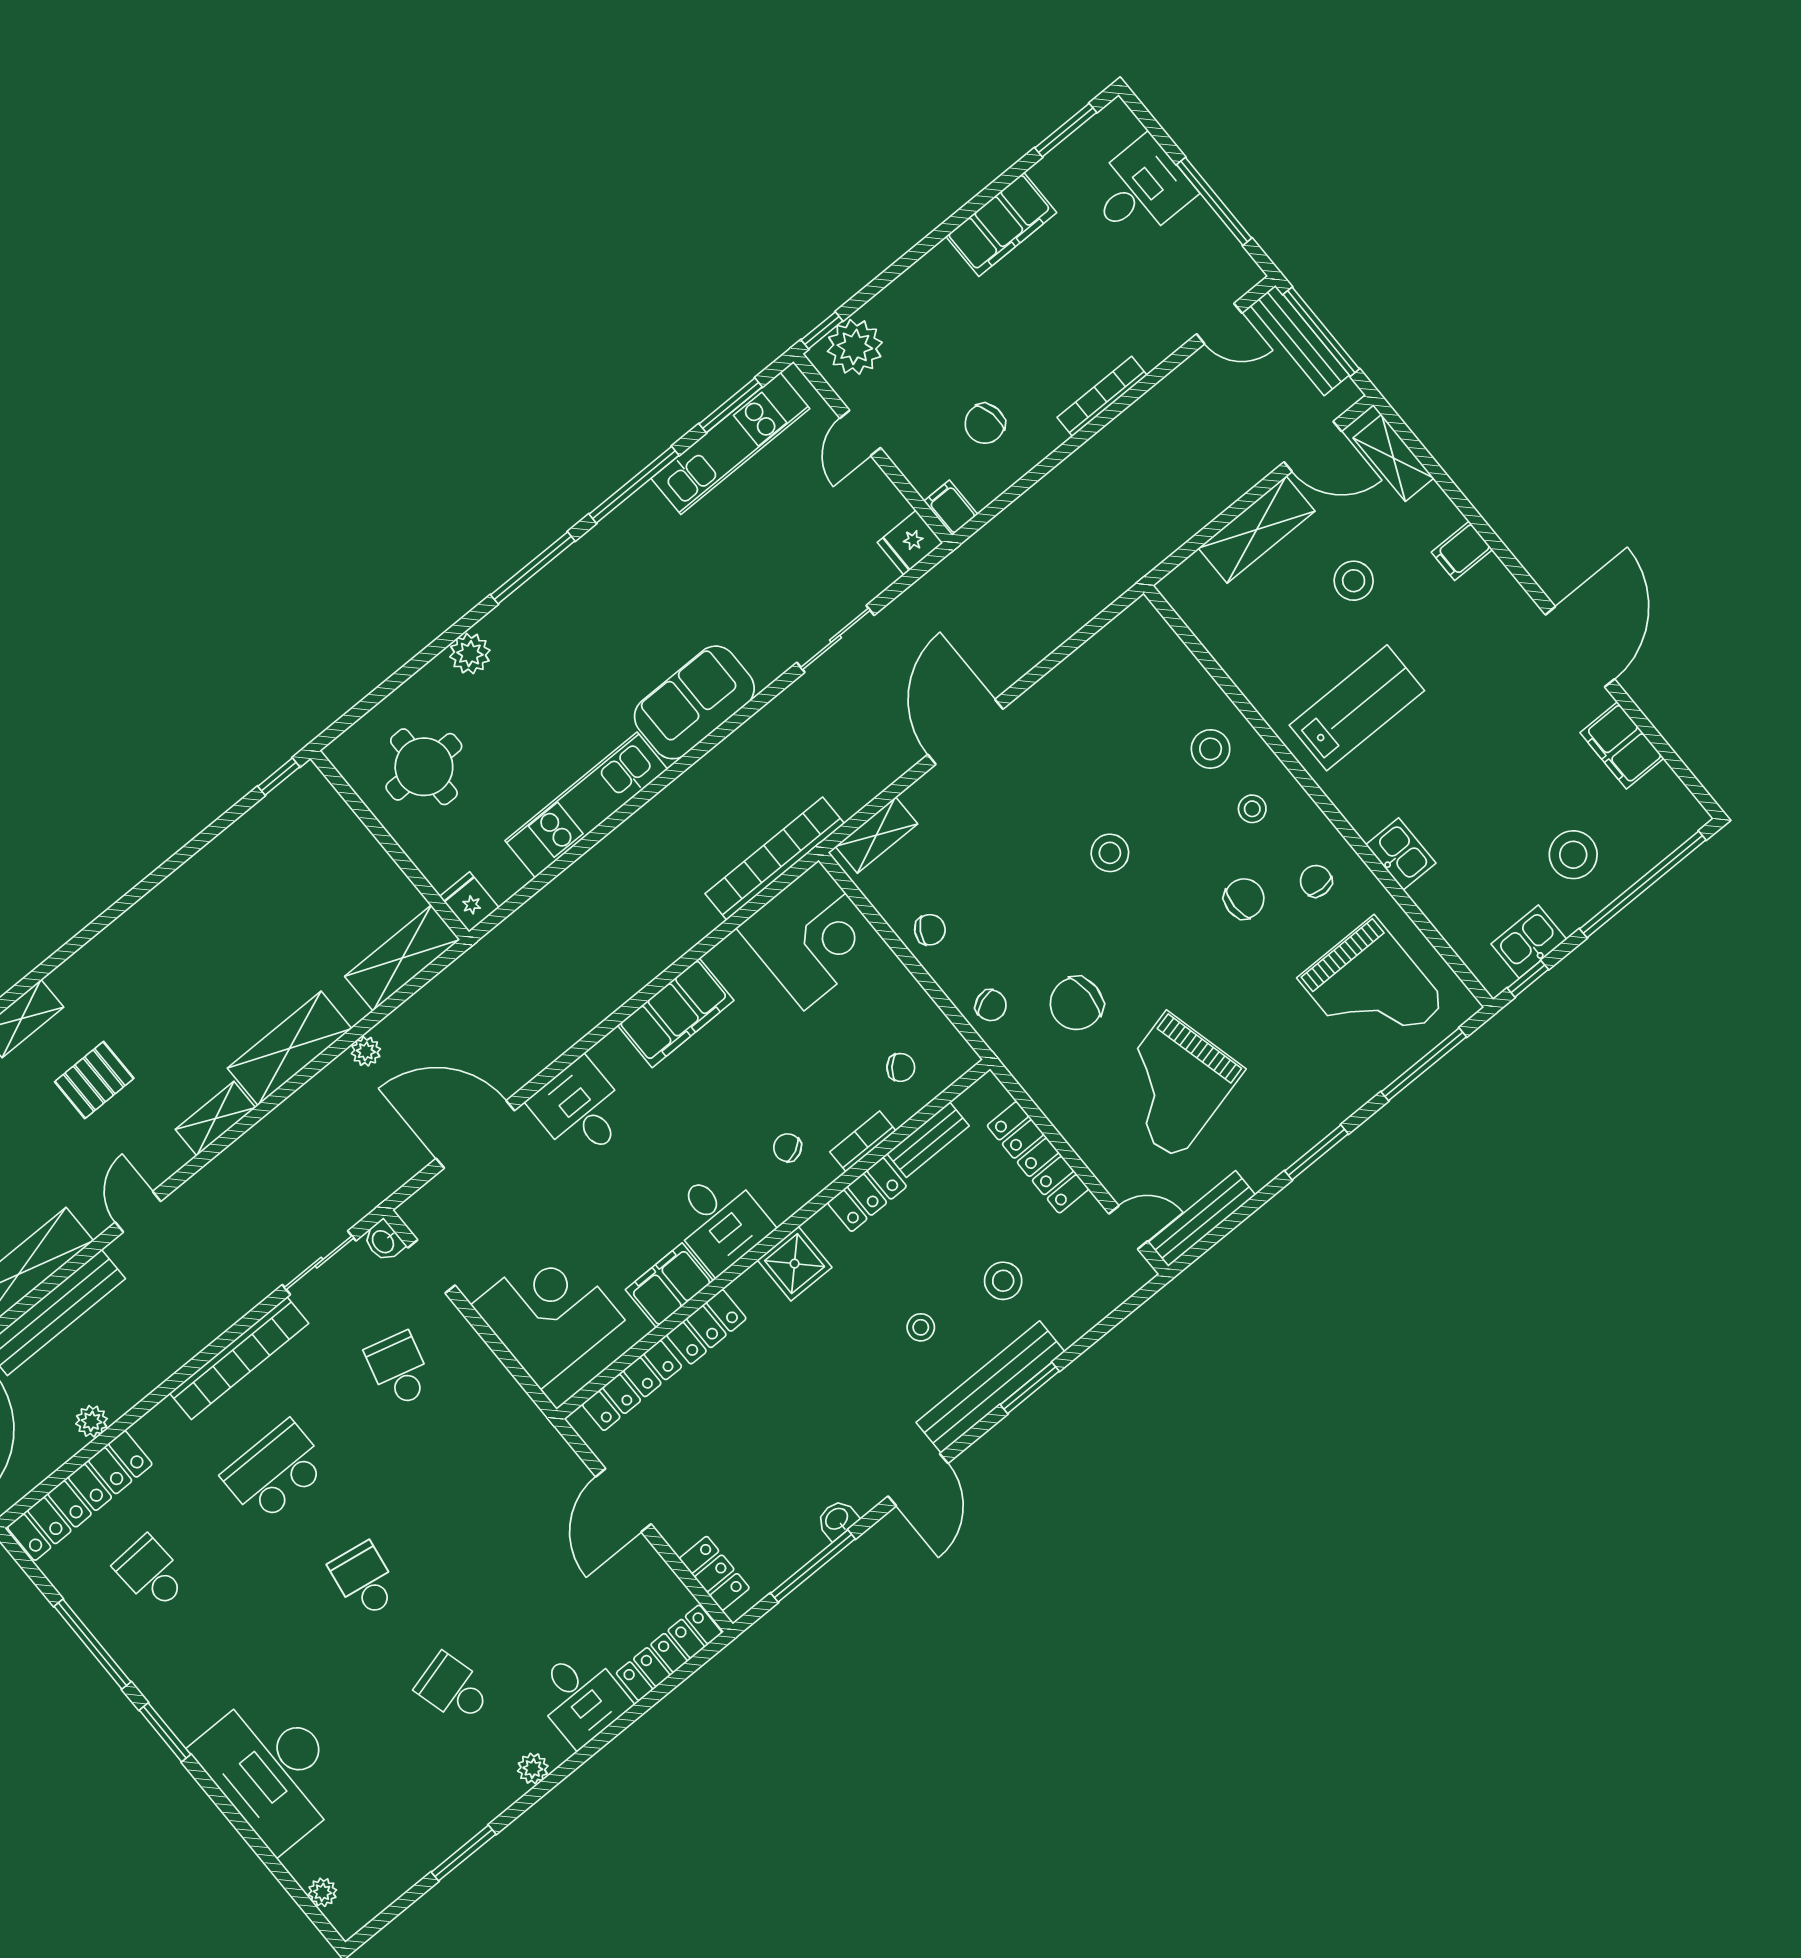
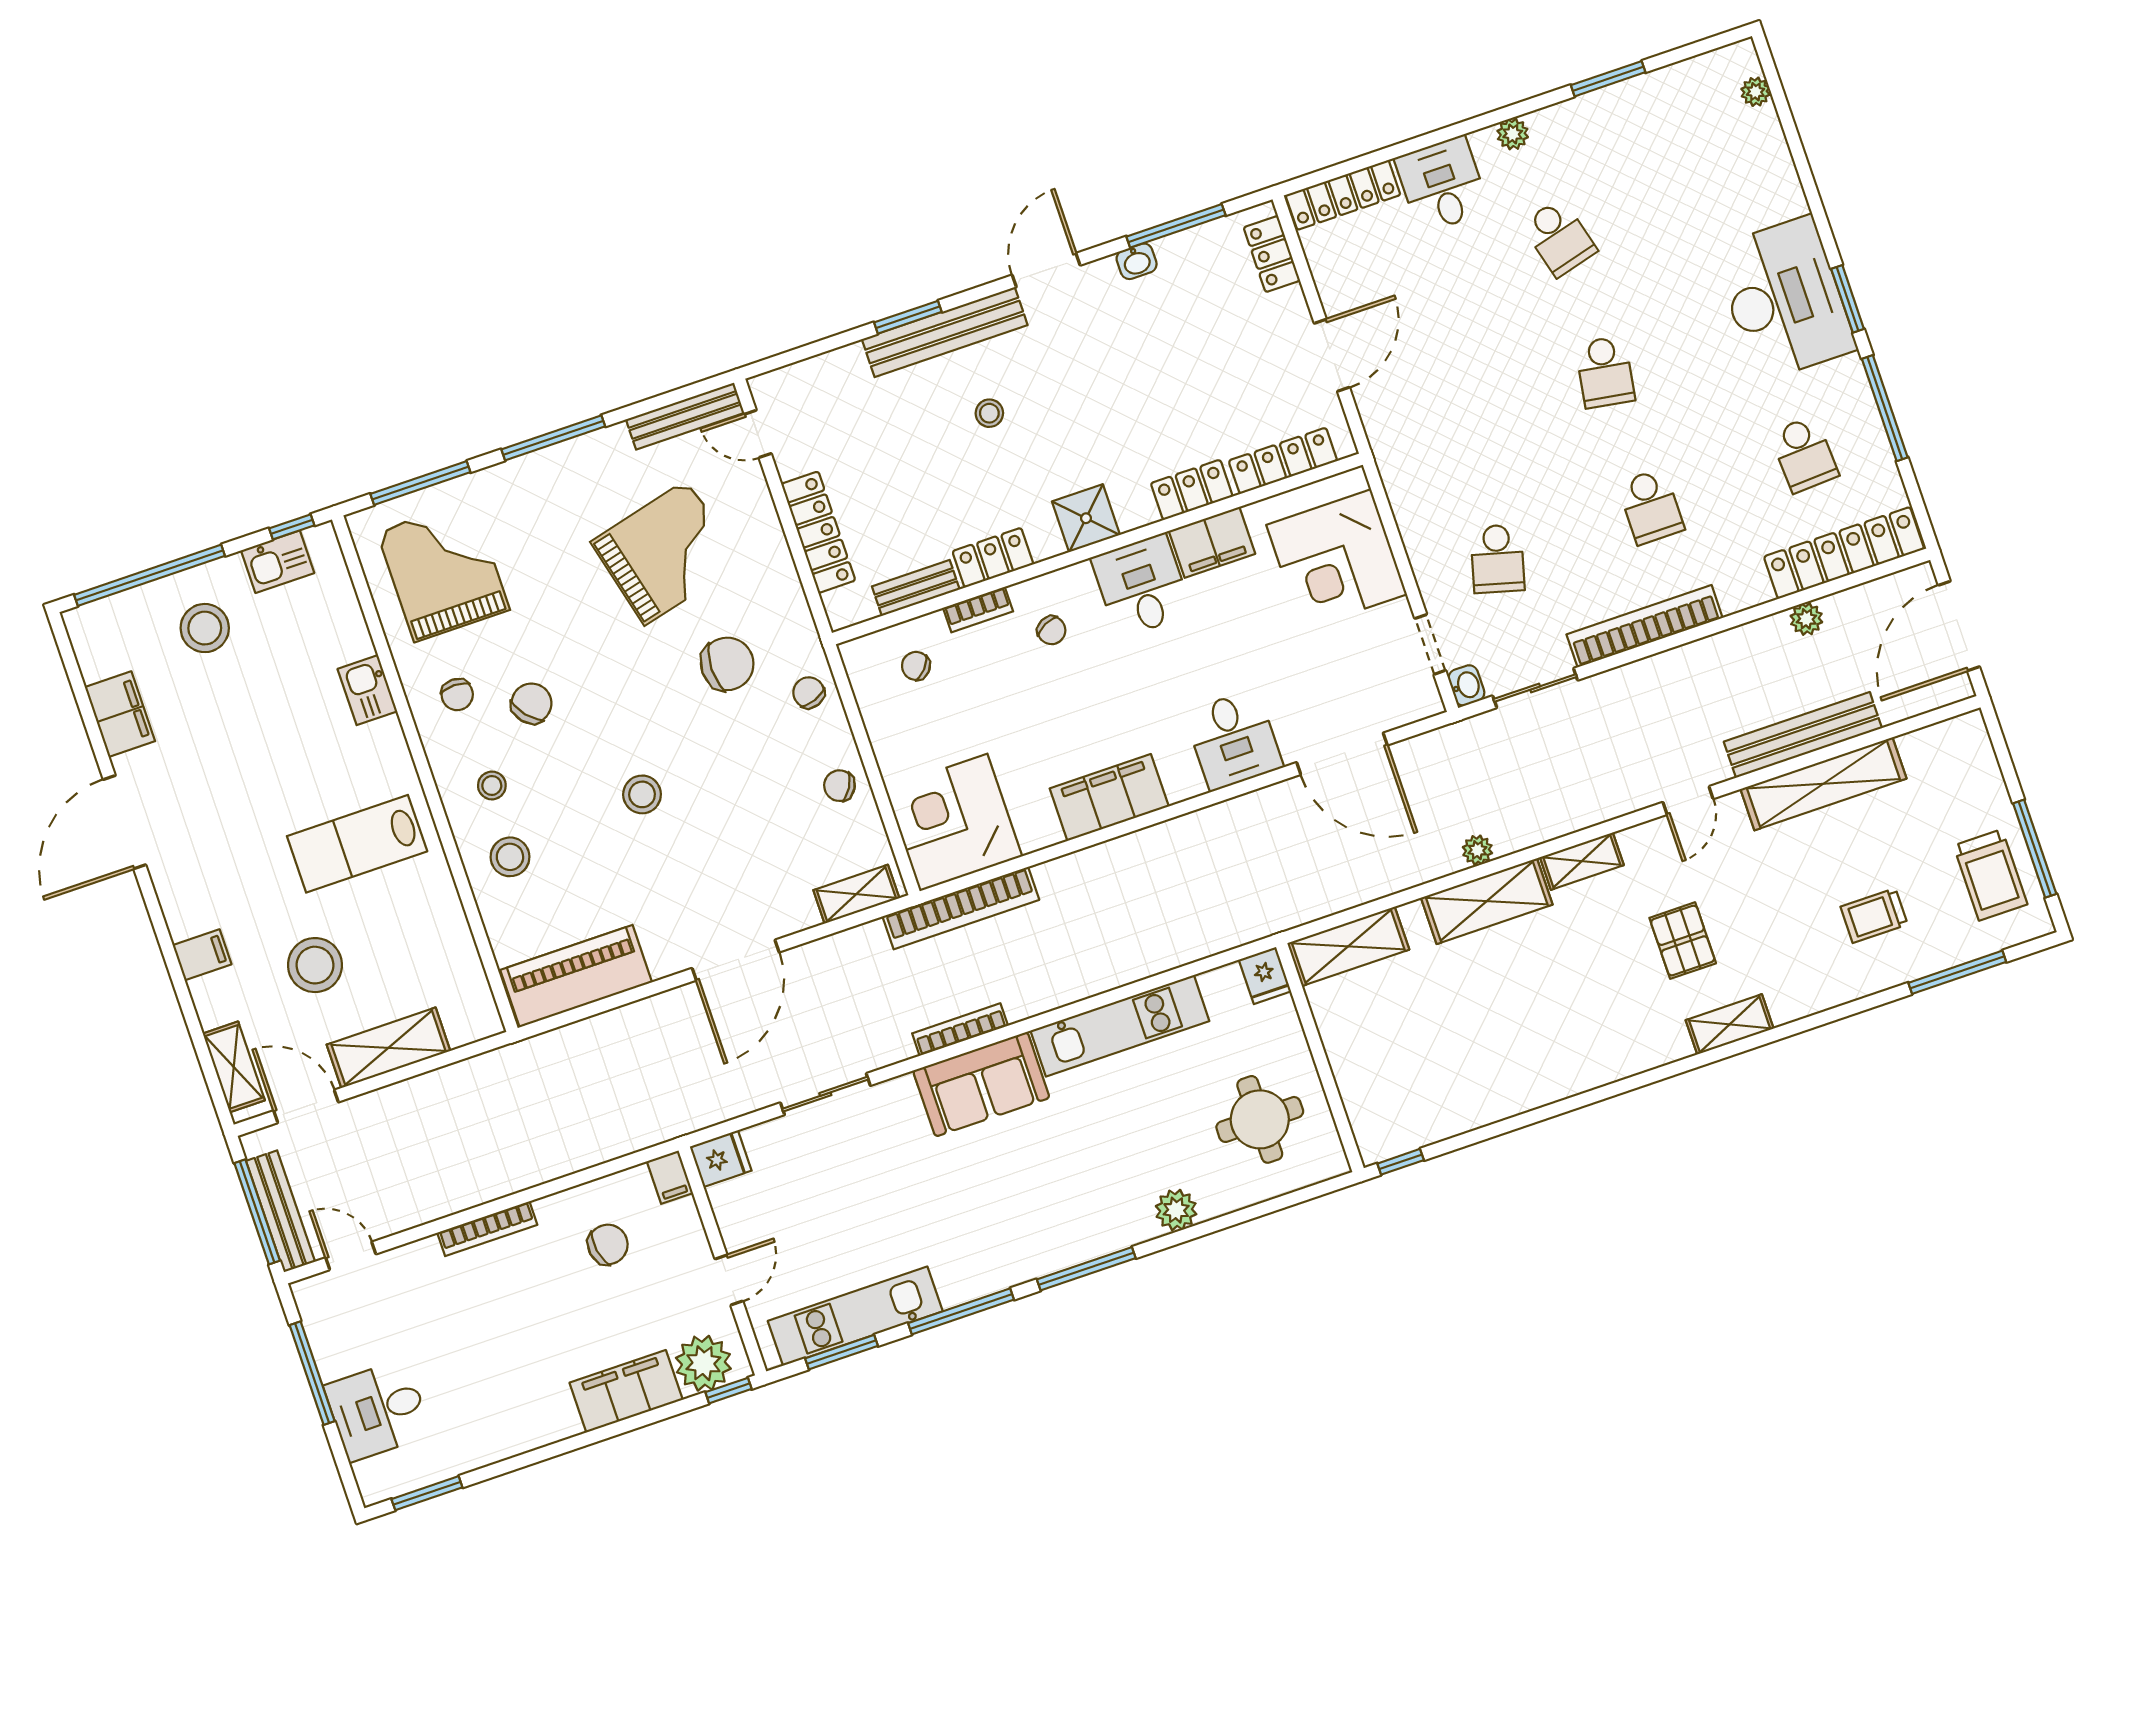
filing cabinet: (1001, 224) -> (626, 1391), moved
stool: (1354, 581) -> (315, 965), width x1.38, depth x1.38
piano: (1108, 661) -> (576, 976), added
bookcase: (733, 746) -> (960, 1030), added
chair: (1244, 899) -> (531, 703), turned 140
plant: (366, 1051) -> (1477, 850), moved
pallet: (94, 1080) -> (1683, 941), turned 90
window: (1316, 1152) -> (553, 438), width x1.44
stool: (1003, 1281) -> (895, 428), removed
school desk: (275, 1471) -> (1651, 506), width x0.54
desk: (272, 1770) -> (1784, 299), moved

